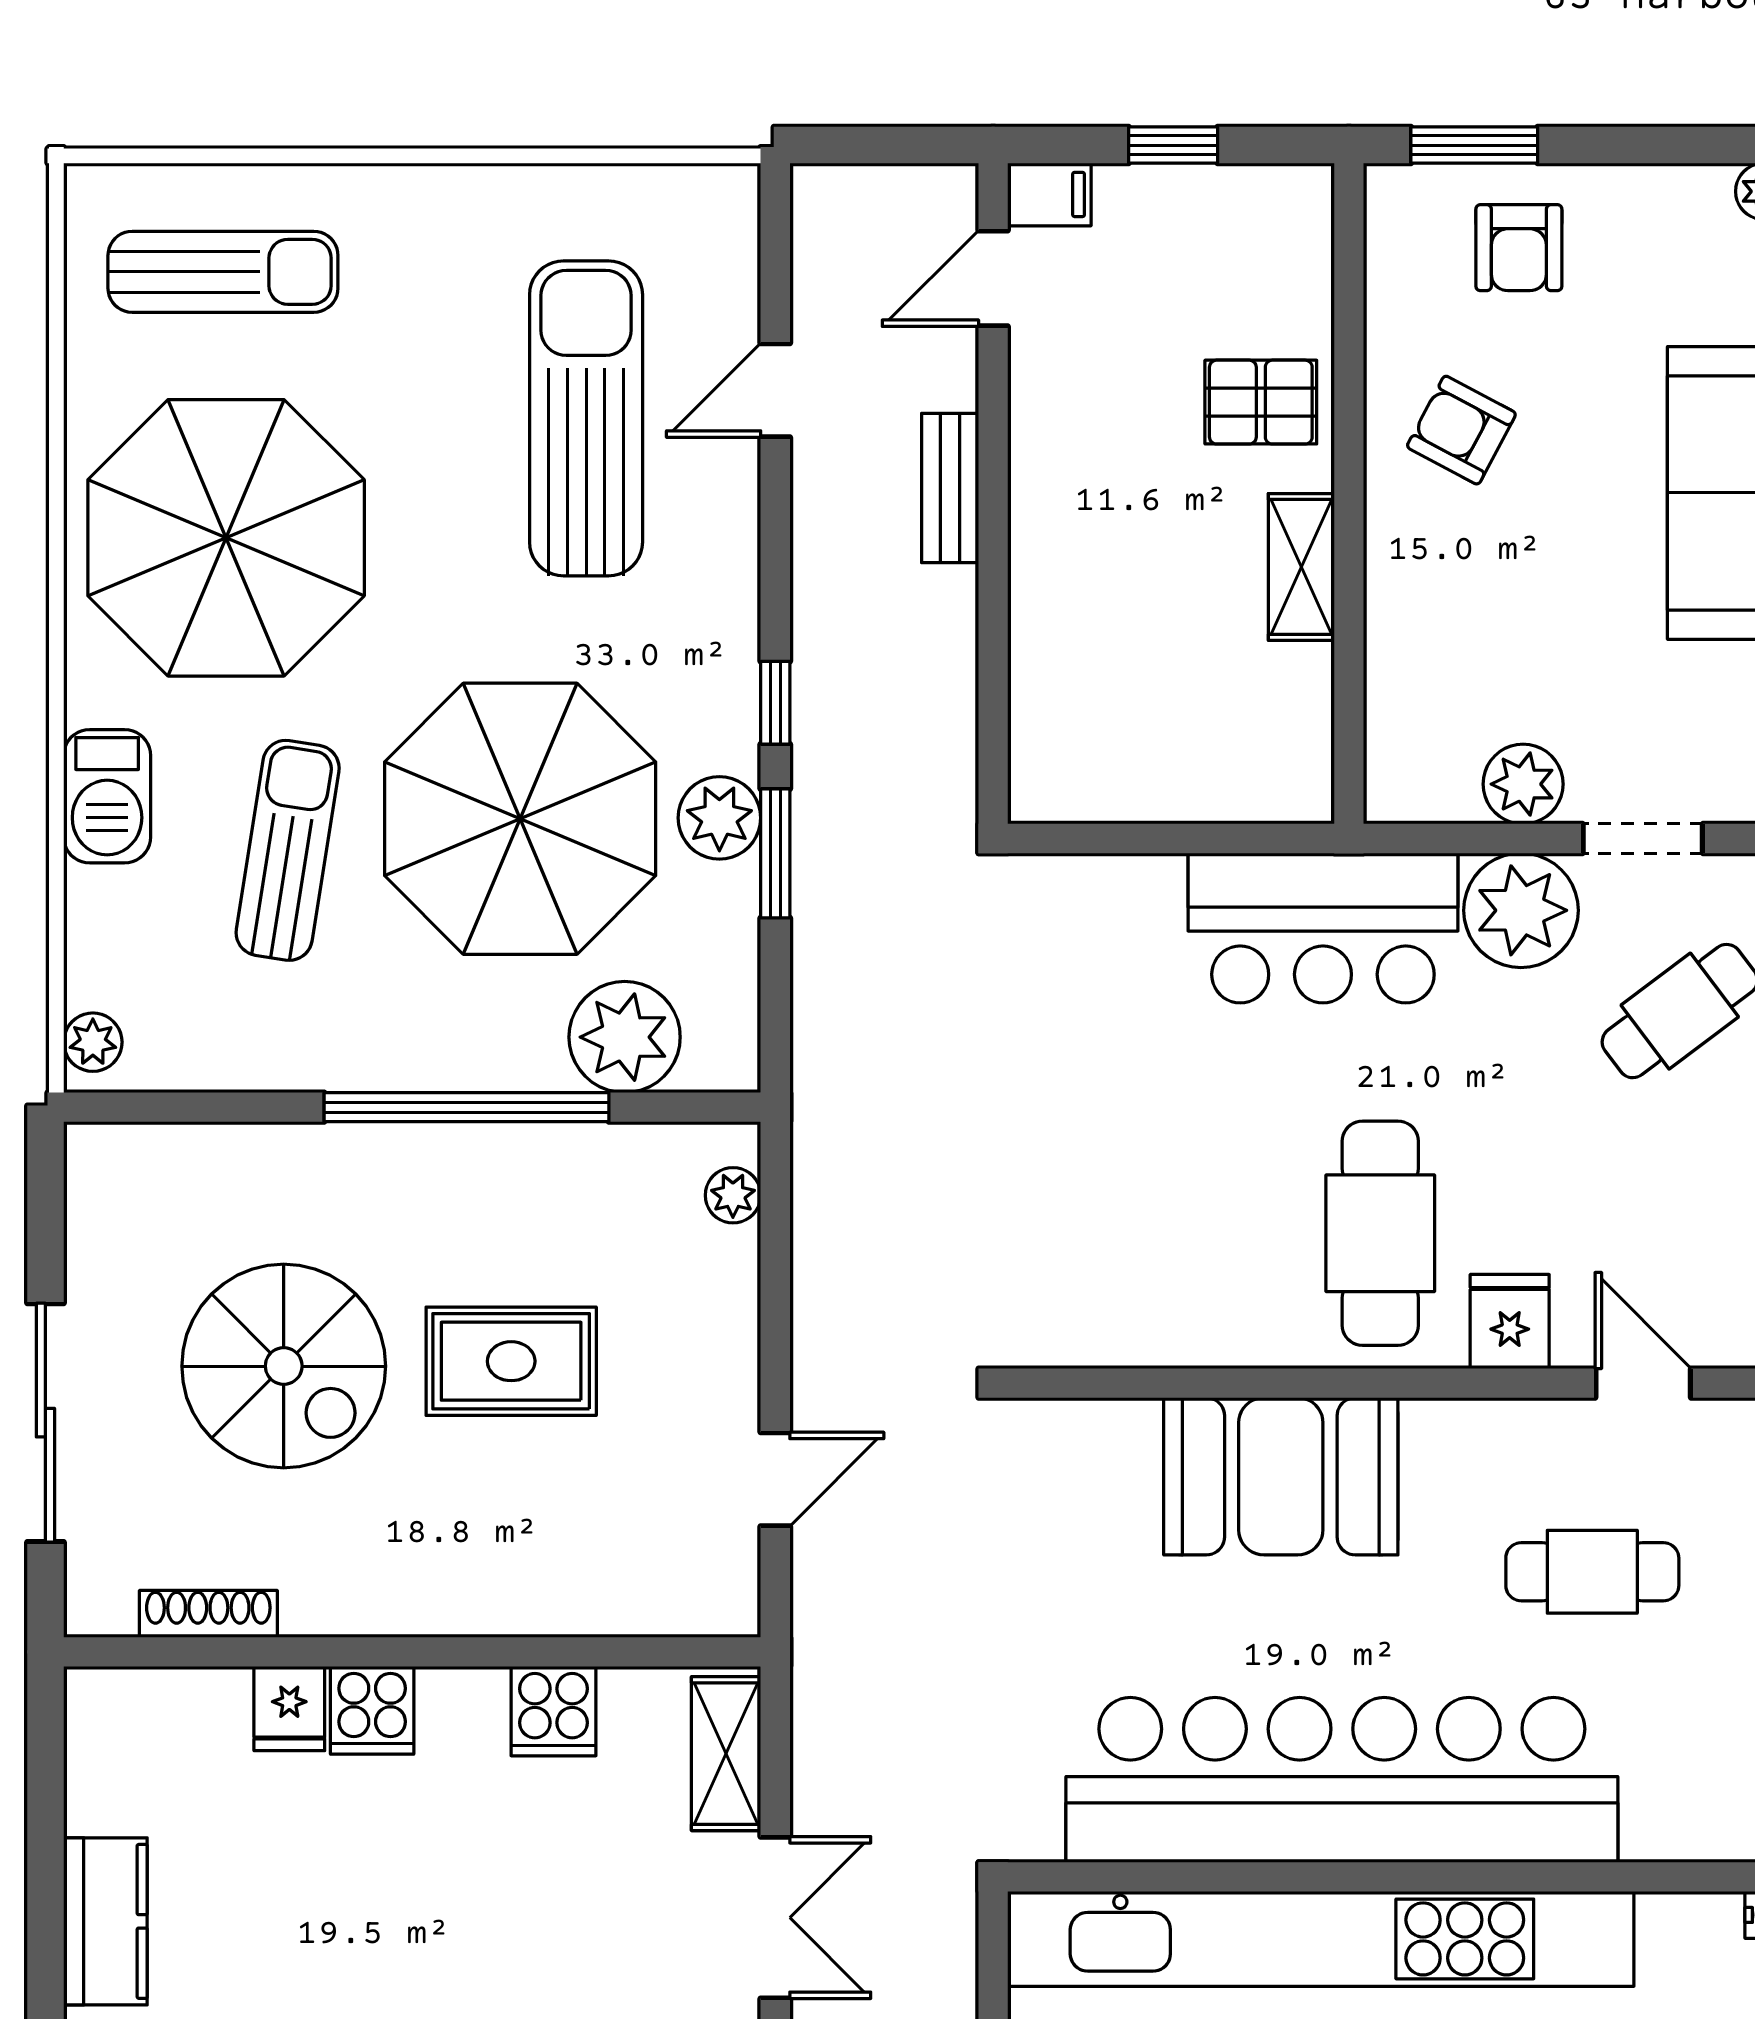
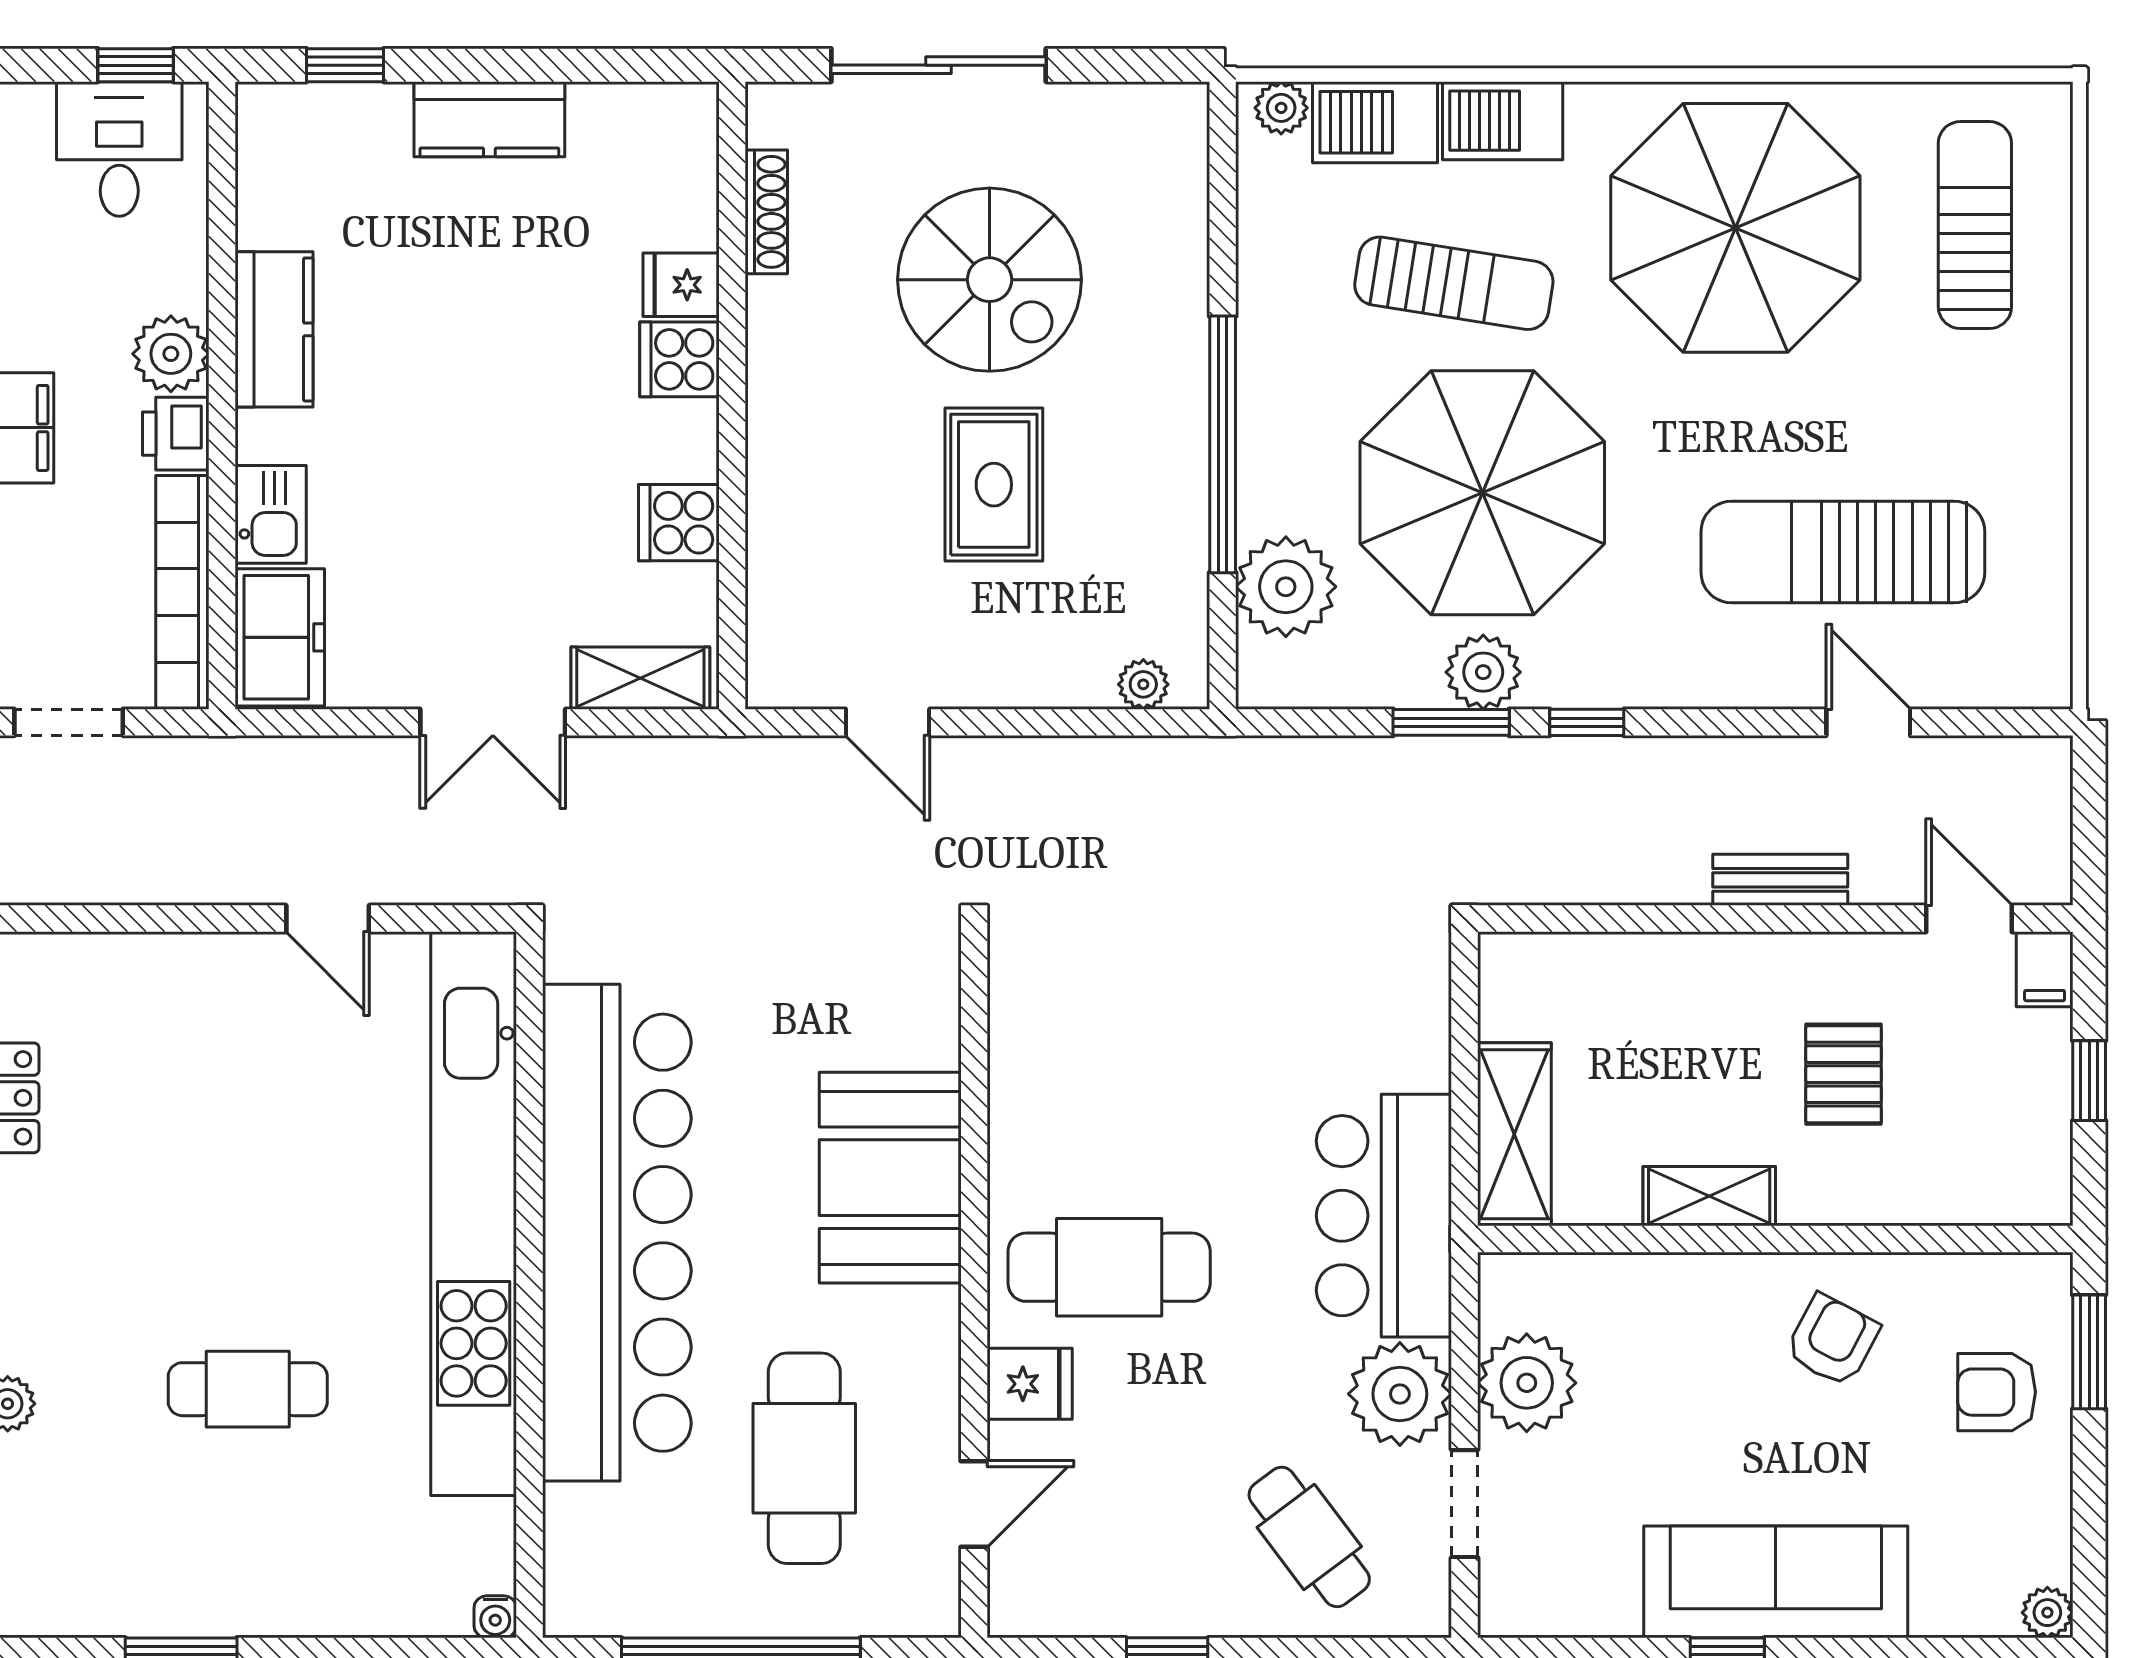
sun lounger: (223, 272) -> (1975, 225), turned 180
pallet: (1261, 402) -> (1844, 1074), moved
sun lounger: (586, 418) -> (1843, 552), turned 180
shelving: (1233, 783) -> (1514, 1134), added
plant: (1523, 784) -> (1527, 1383), width x1.36, depth x1.36
barbecue: (109, 938) -> (1375, 122), added
spiral stairs: (284, 1366) -> (990, 280), turned -90
cafe table: (1592, 1572) -> (804, 1458), width x1.37, depth x1.35

